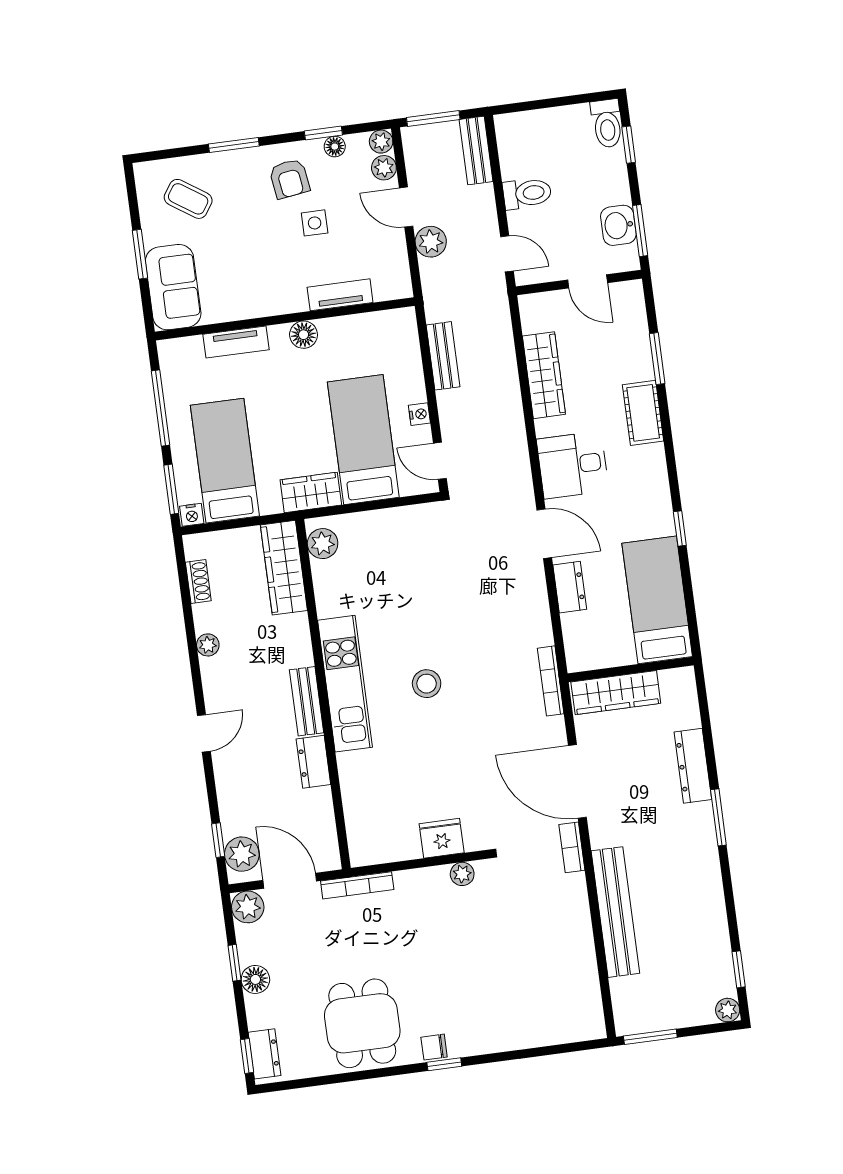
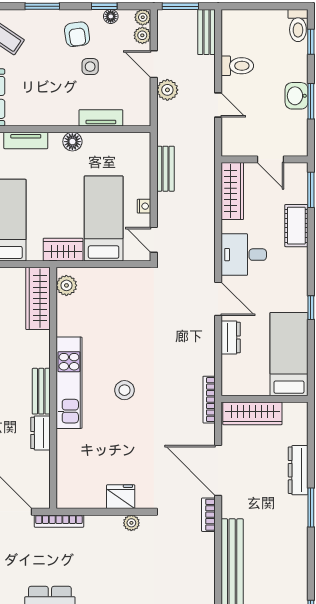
door: (588, 281) -> (271, 159), moved
wall: (579, 283) -> (265, 159), moved

